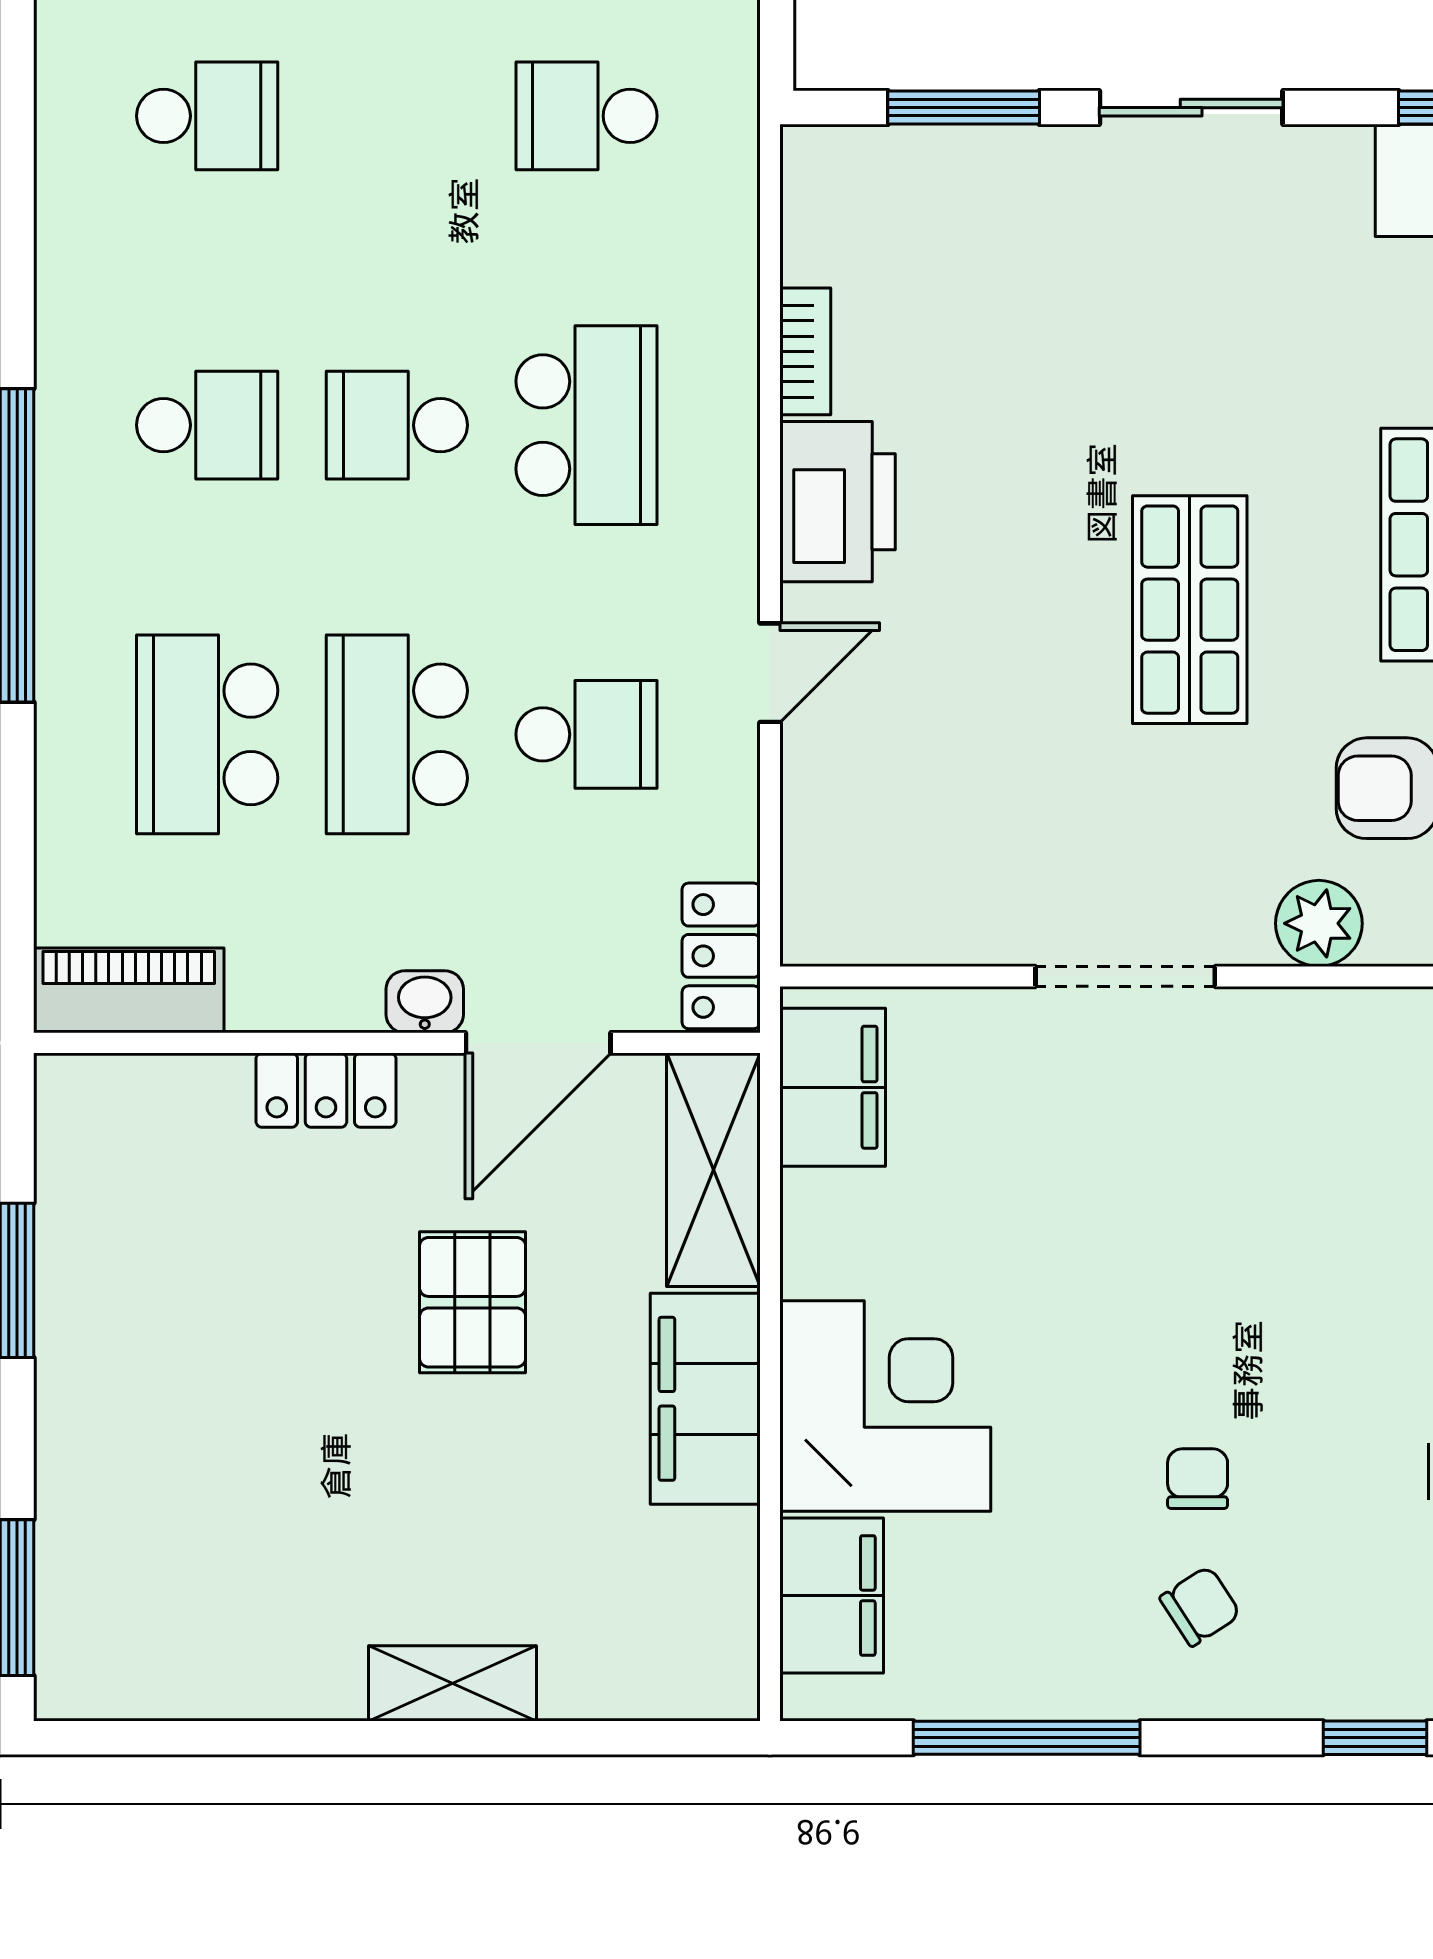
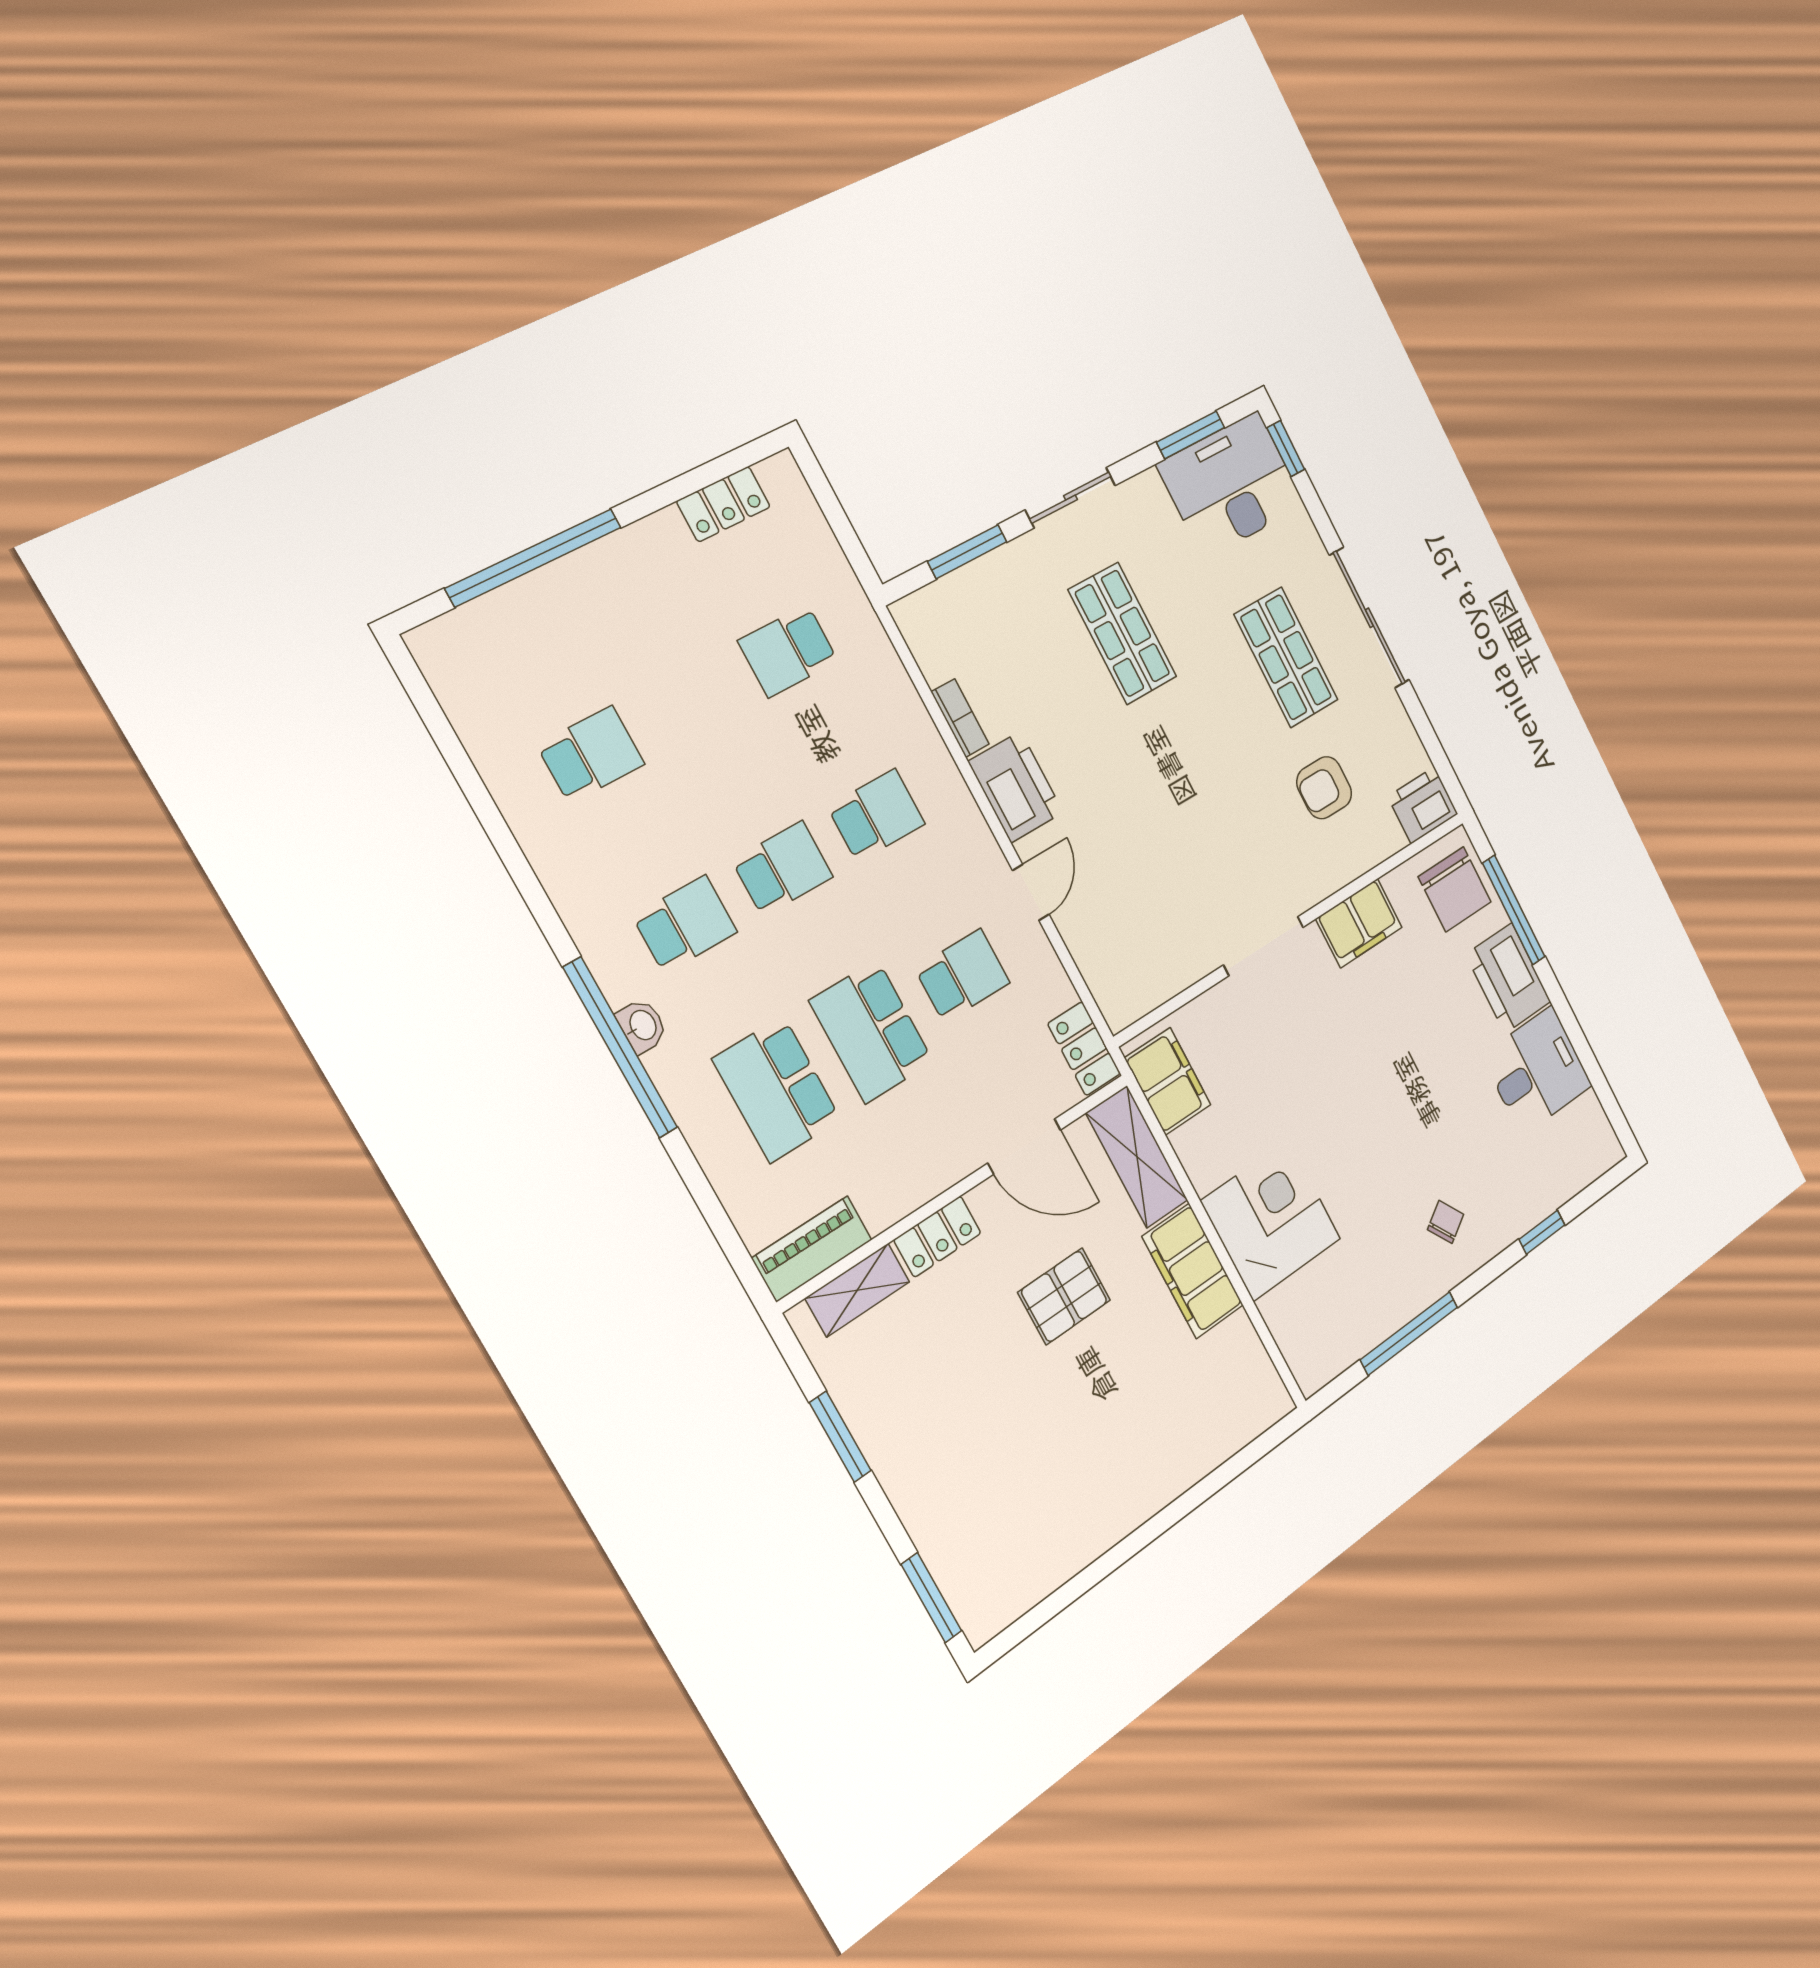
school desk: (397, 425) -> (783, 869), turned 180
school desk: (586, 425) -> (876, 815), width x0.54
shop shelf: (1190, 610) -> (1123, 633), moved
plant: (1319, 923) -> (1330, 870), removed
washbasin: (425, 1002) -> (642, 1026), moved, turned 90
door: (538, 1043) -> (1024, 1146), hinge flipped
pallet: (473, 1302) -> (1064, 1296), turned 90
chair: (1198, 1479) -> (1415, 1164), removed
filing cabinet: (832, 1595) -> (1359, 923), moved, turned 90
shelving: (453, 1683) -> (857, 1290), moved

